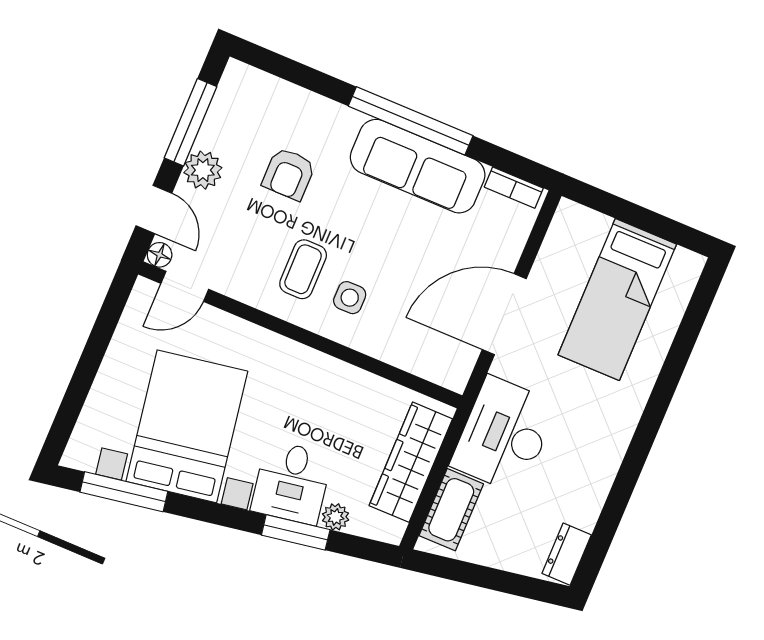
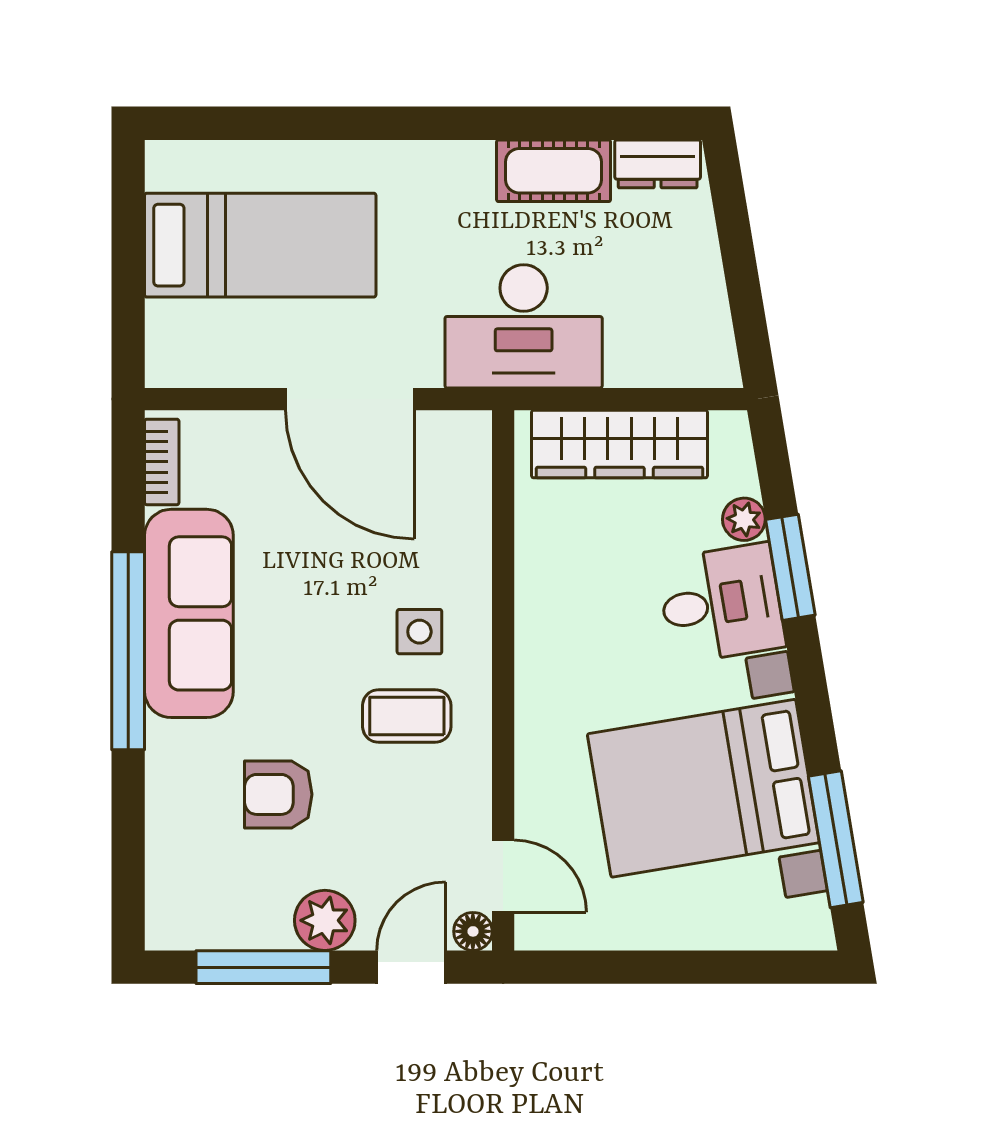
armchair: (289, 174) -> (278, 794), turned 180
cot: (451, 510) -> (554, 171), moved

